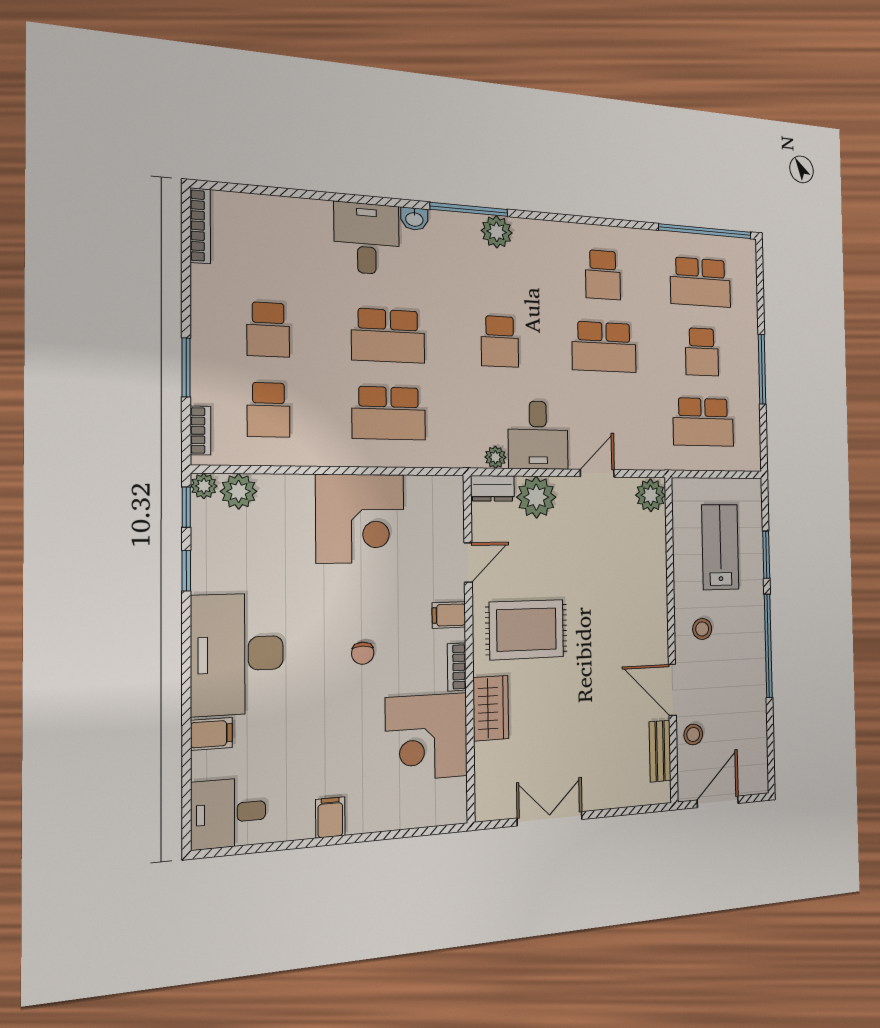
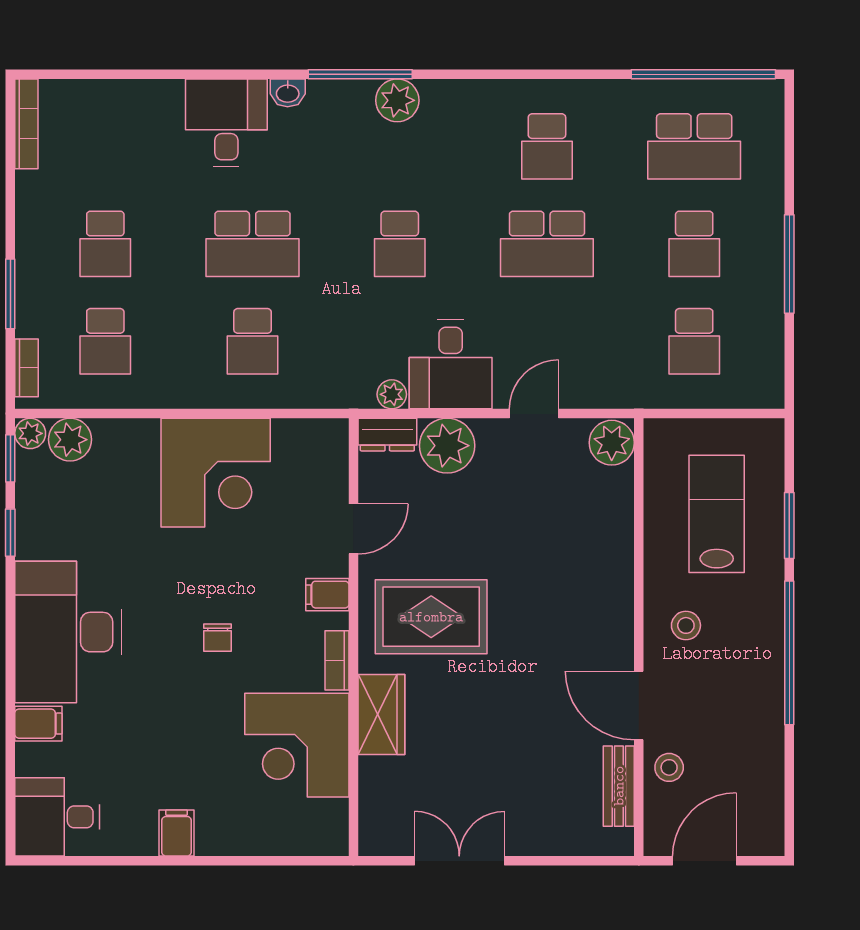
school desk: (389, 413) -> (253, 341), width x0.54
school desk: (703, 422) -> (694, 341), width x0.54

